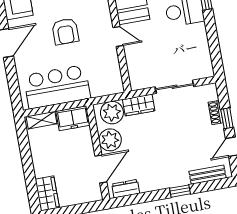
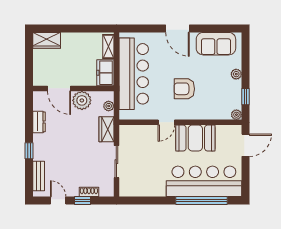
armchair: (65, 31) -> (184, 89), moved
bar counter: (57, 87) -> (134, 74), width x1.36
plant: (112, 113) -> (109, 106), width x0.53, depth x0.53
dresser: (126, 189) -> (39, 122), moved

